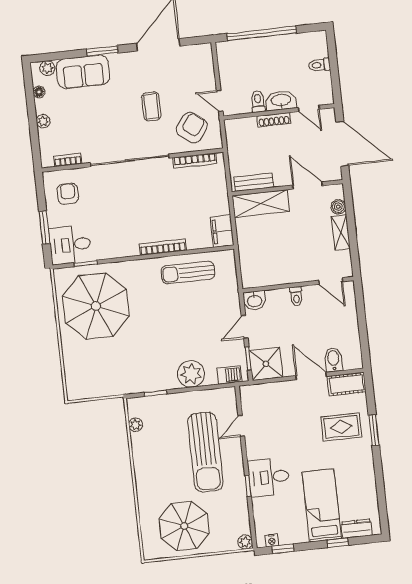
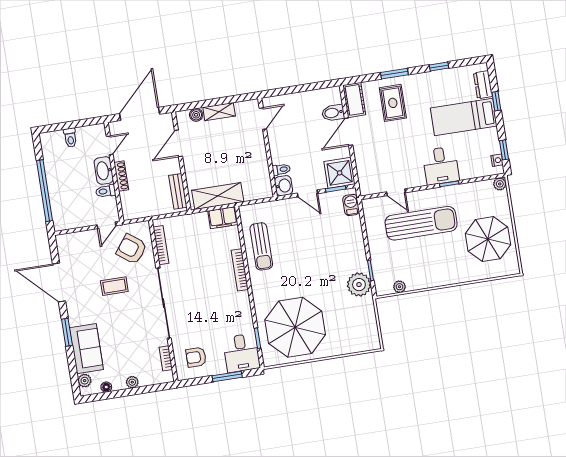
shelving: (261, 204) -> (218, 196), moved, turned 90
toilet: (296, 296) -> (281, 170), moved
plant: (191, 374) -> (359, 285), moved
window: (379, 481) -> (439, 67), added

